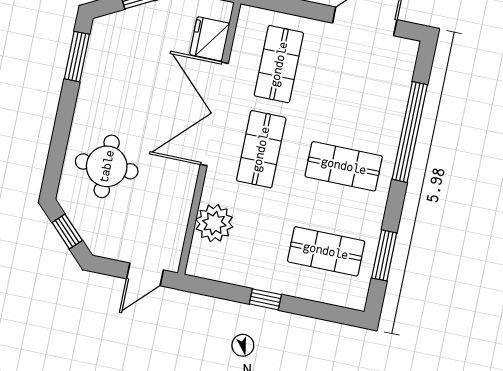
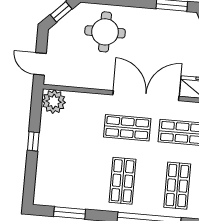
plant: (214, 223) -> (54, 102), moved
shop shelf: (326, 251) -> (177, 186), moved

